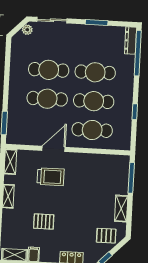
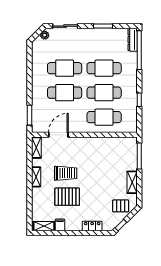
door: (54, 149) -> (58, 135), moved
trolley: (51, 177) -> (66, 173), moved
pallet: (44, 221) -> (67, 197), width x1.50, depth x1.42

